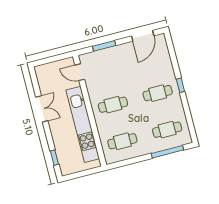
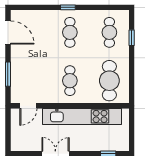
cafe table: (122, 141) -> (109, 81), width x1.37, depth x1.35
window: (167, 152) -> (132, 38), width x0.46

